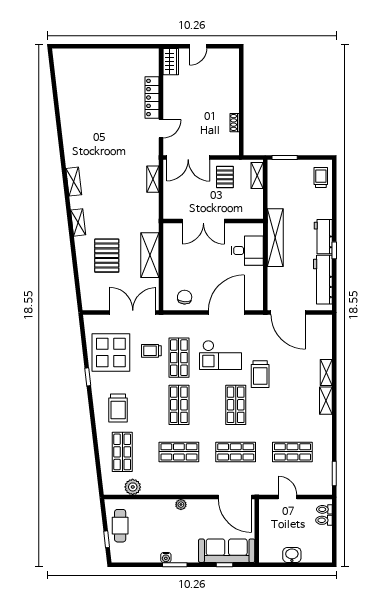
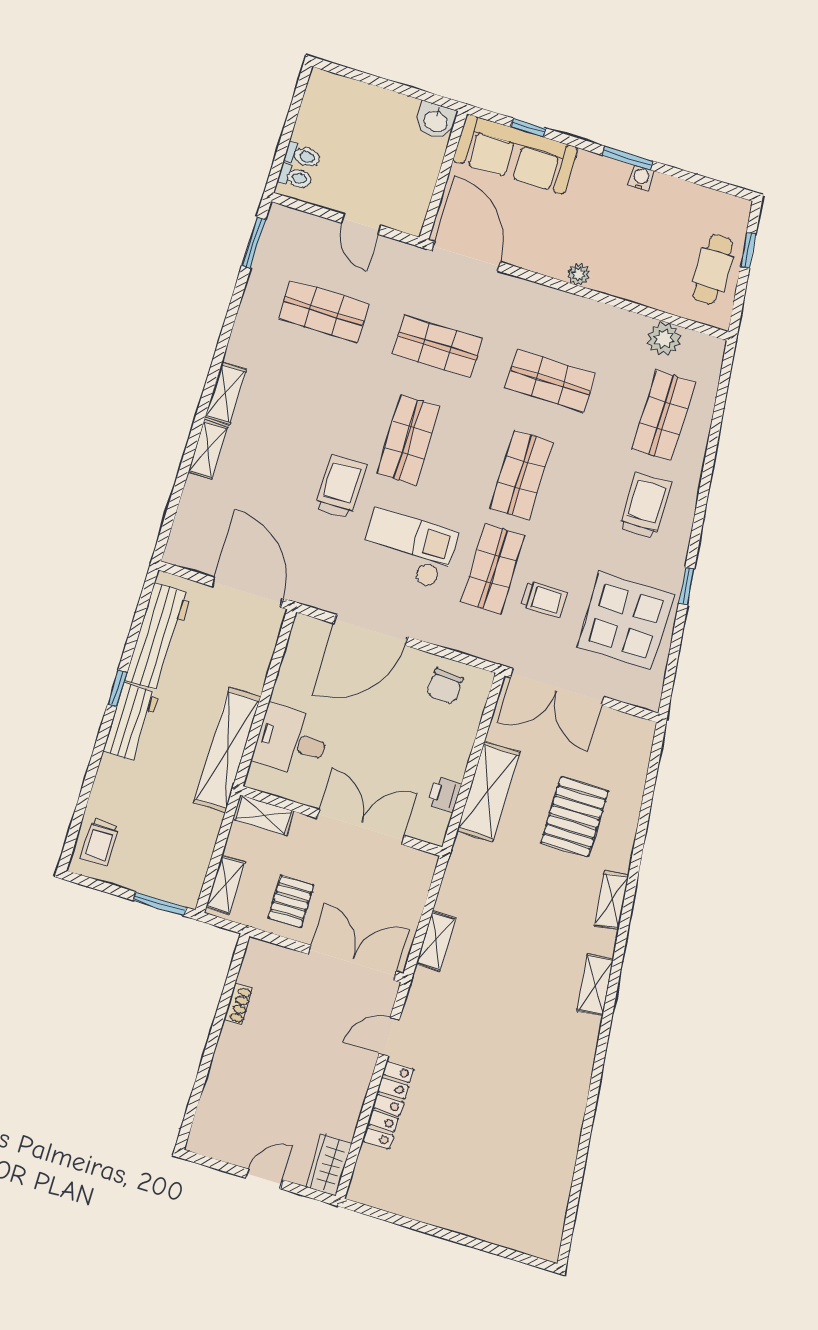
shelving: (250, 213) -> (263, 815), added
printer: (170, 248) -> (444, 794), added
washbasin: (292, 555) -> (436, 121), moved

